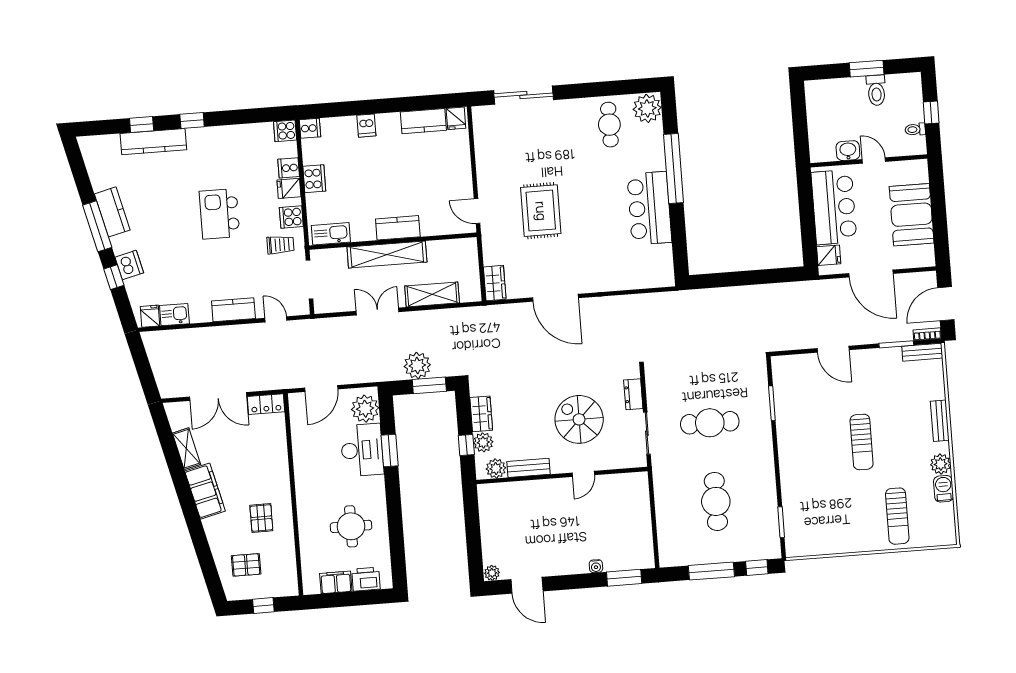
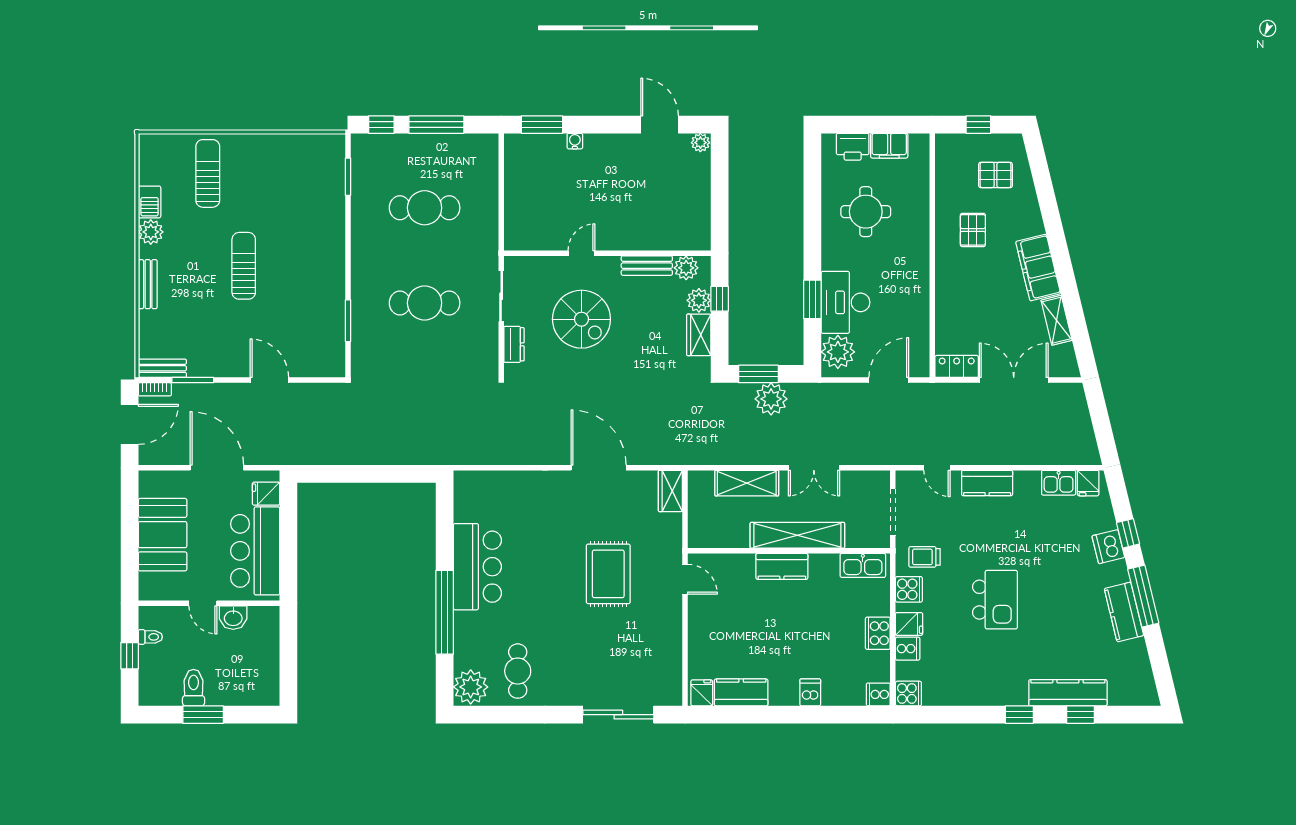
cafe table: (716, 501) -> (425, 208), turned 90

